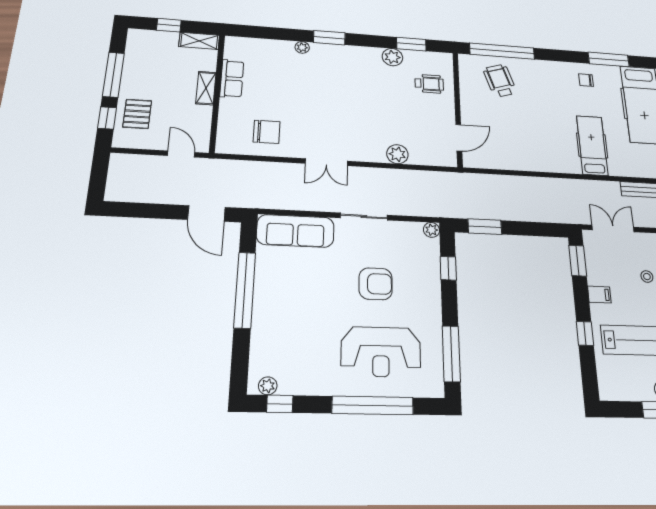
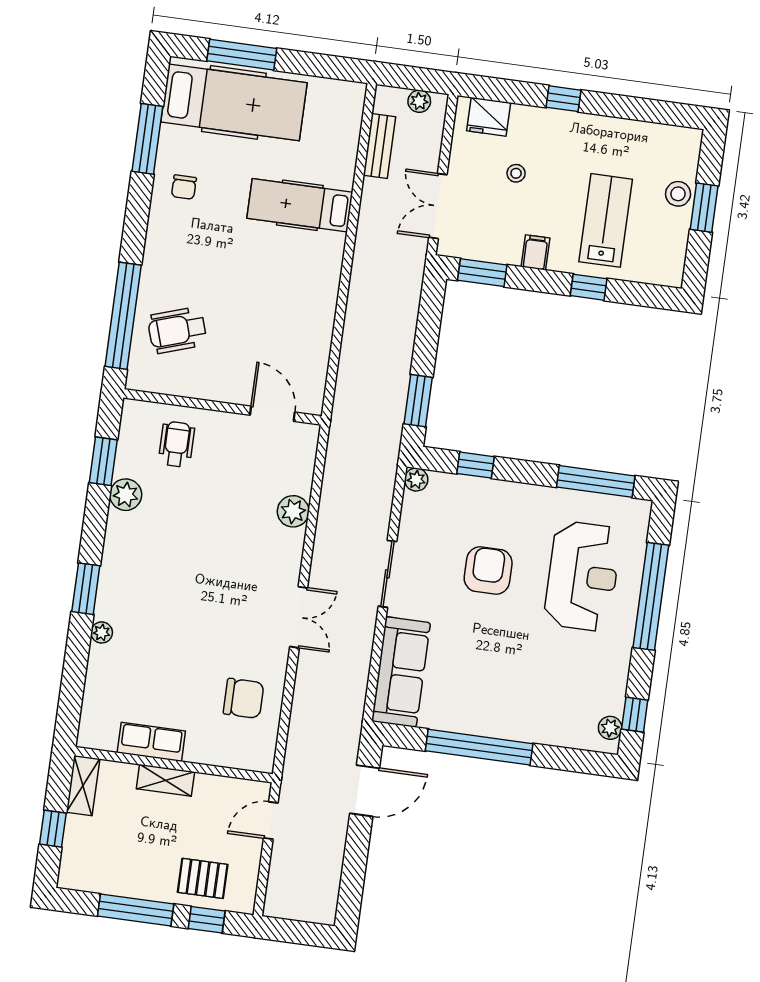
chair: (267, 132) -> (244, 698), turned 90

